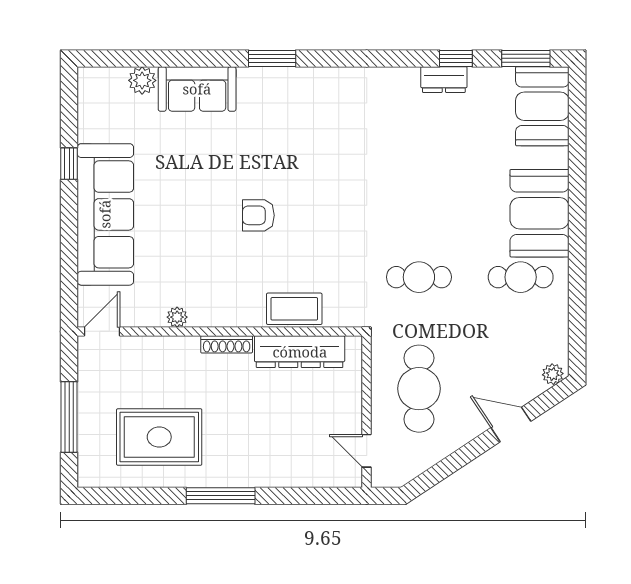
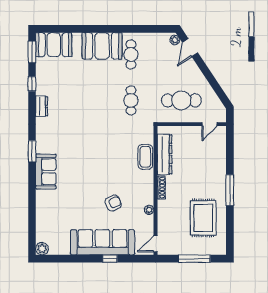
window: (272, 58) -> (32, 151), moved
plant: (142, 80) -> (42, 249), moved
dresser: (444, 80) -> (42, 106), moved
sofa: (197, 89) -> (46, 172), moved
window: (69, 164) -> (110, 259), moved
armchair: (258, 215) -> (113, 203), moved, turned -114
door: (102, 331) -> (156, 244), hinge flipped
door: (511, 424) -> (190, 48), moved

